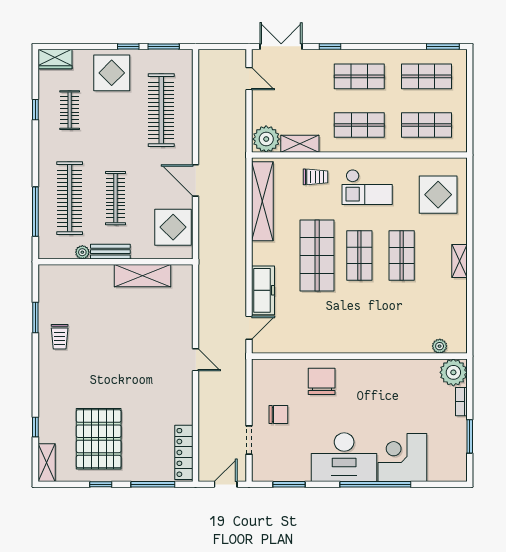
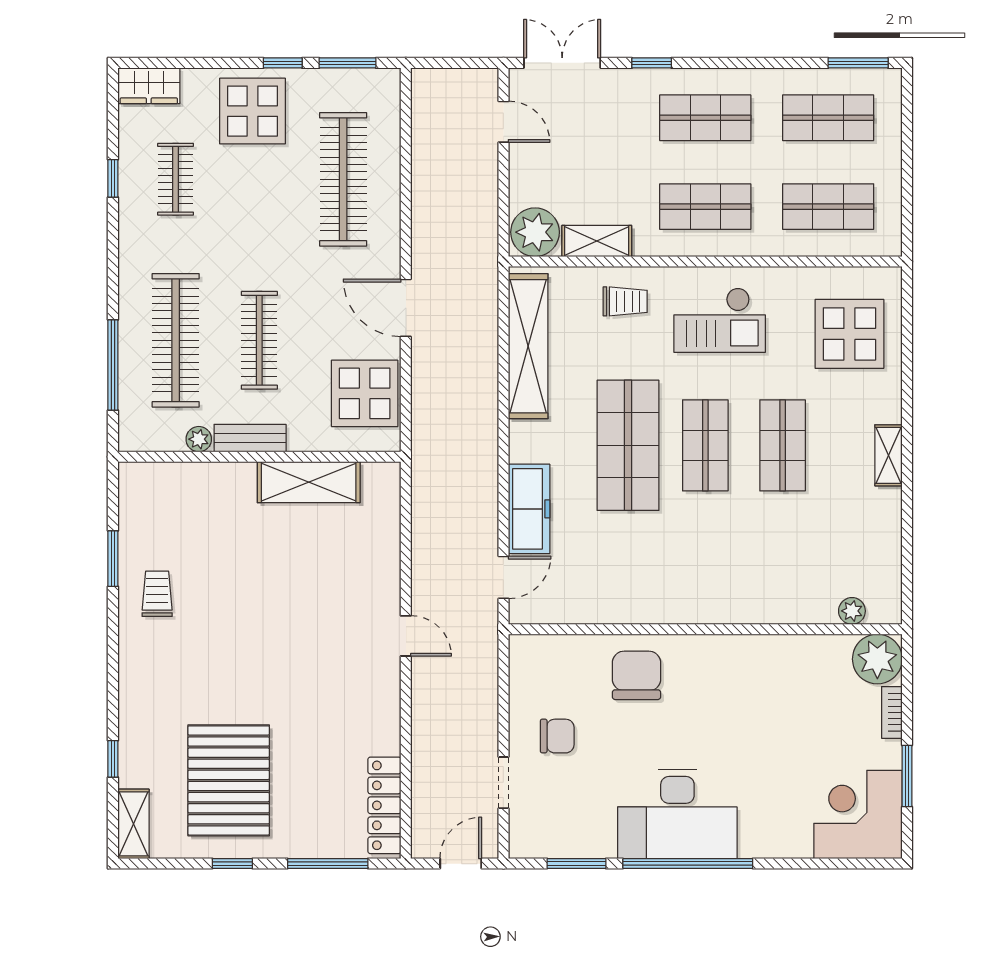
trolley: (60, 337) -> (157, 594), turned 180
corner desk: (402, 457) -> (858, 815), moved
window: (375, 484) -> (688, 864), moved

